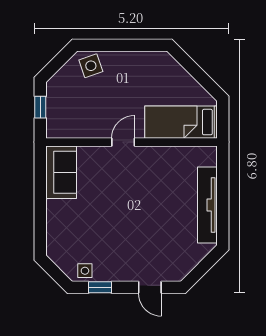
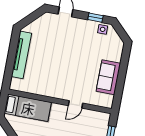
door: (123, 142) -> (76, 104), moved
sofa: (61, 172) -> (108, 77), moved

